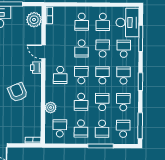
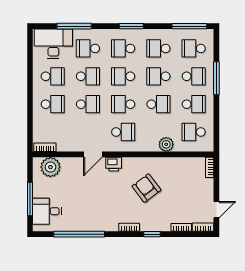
school desk: (103, 49) -> (88, 76), turned 180
armchair: (18, 92) -> (146, 188), turned 77

